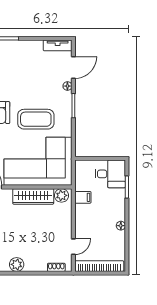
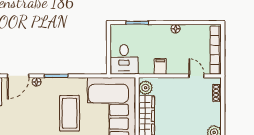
door: (73, 67) -> (18, 76), swing flipped
desk: (110, 174) -> (124, 59), moved, turned 180
filing cabinet: (83, 197) -> (160, 66), moved

